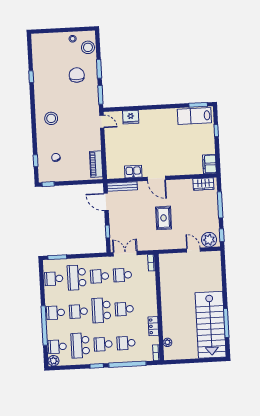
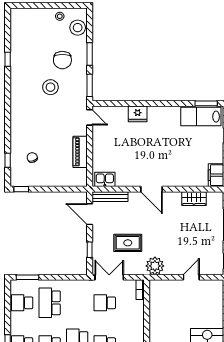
chair: (77, 75) -> (62, 60), turned 180
fridge: (131, 117) -> (138, 114), moved
stool: (51, 118) -> (50, 87), moved
piano: (96, 164) -> (80, 152), moved
kitchen sink: (133, 172) -> (105, 179), moved
wardrobe: (203, 184) -> (194, 199), moved
rug: (164, 218) -> (128, 243), moved, turned 90
plant: (209, 240) -> (155, 266), moved
door: (193, 250) -> (191, 277), hinge flipped
school desk: (100, 276) -> (77, 303), removed

